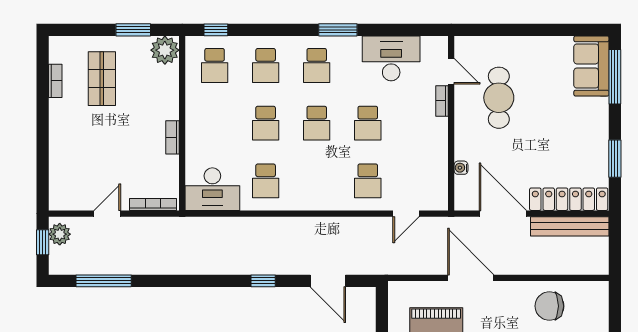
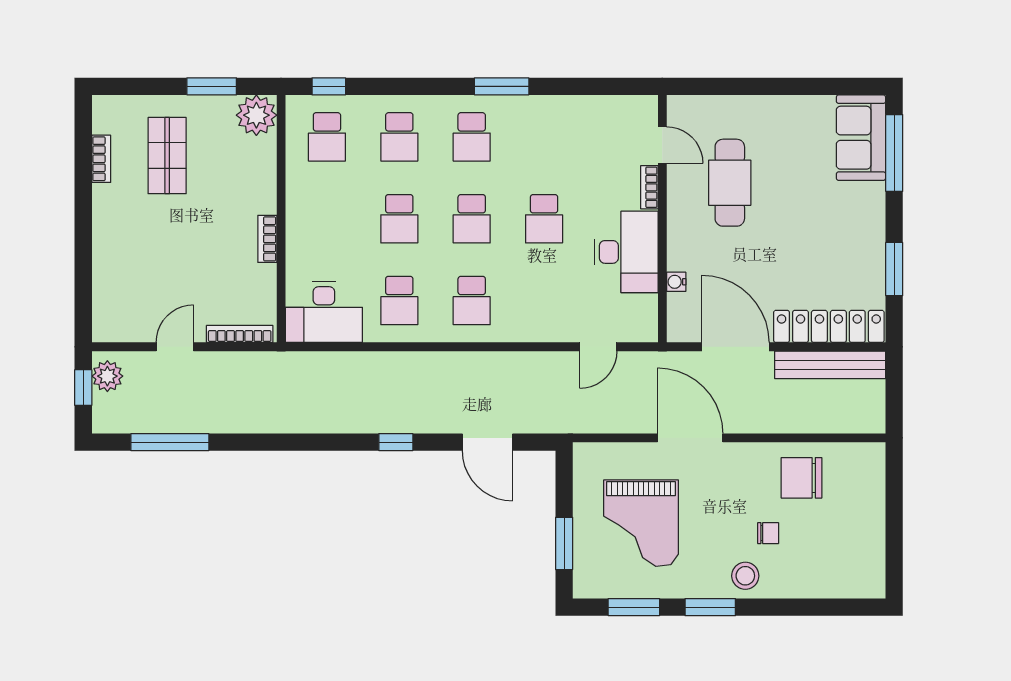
desk: (391, 58) -> (626, 252), moved, turned 90
school desk: (368, 181) -> (472, 301), moved

